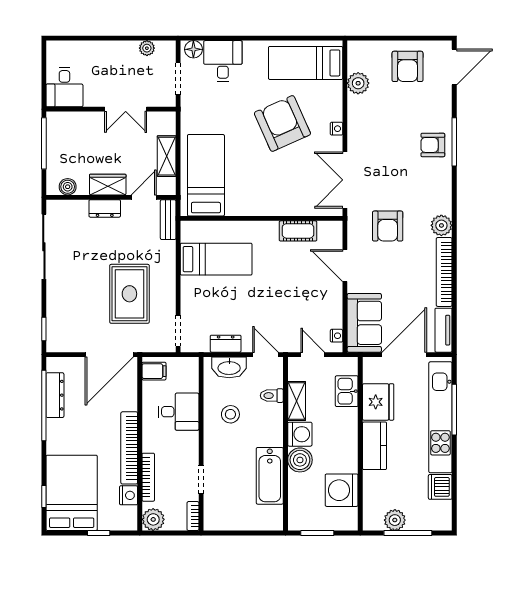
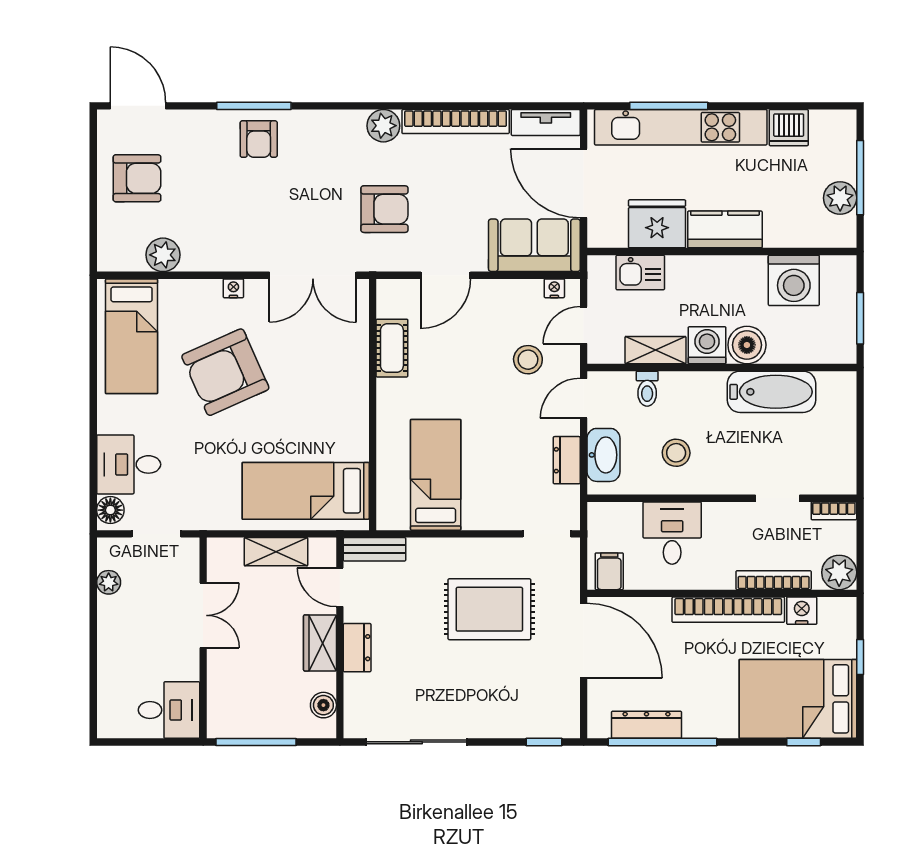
stool: (291, 319) -> (528, 360), added

